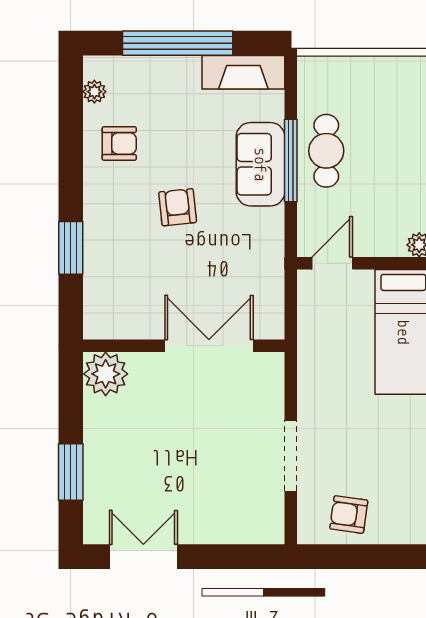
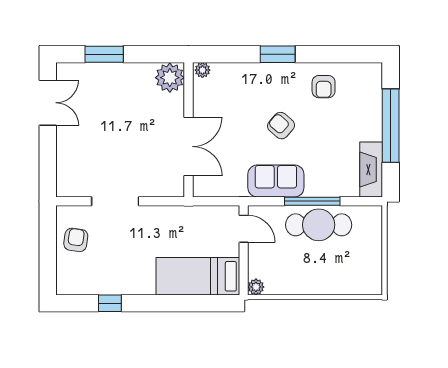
plant: (94, 92) -> (202, 70), moved
cafe table: (326, 151) -> (319, 225), width x1.37, depth x1.35
sofa: (260, 164) -> (276, 181), moved
armchair: (178, 207) -> (281, 126), turned -133
window: (71, 248) -> (278, 54), moved

